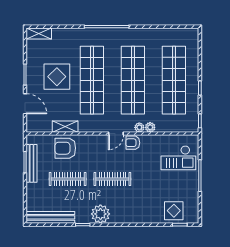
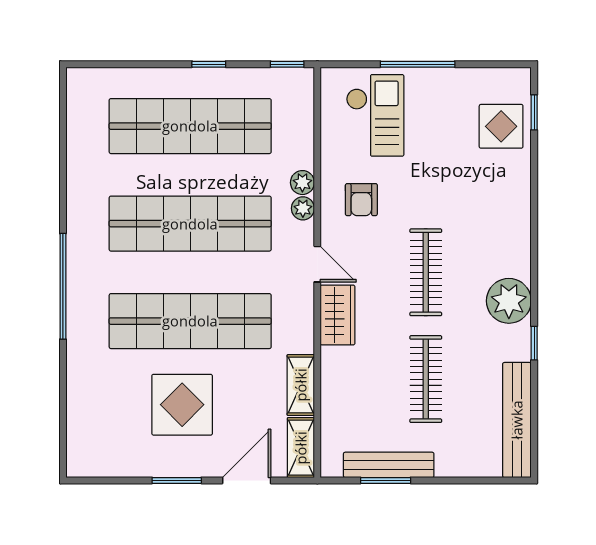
shelving: (39, 34) -> (301, 448), moved
wardrobe: (95, 142) -> (338, 315), added
armchair: (133, 143) -> (361, 200), moved
armchair: (65, 148) -> (352, 384), removed

